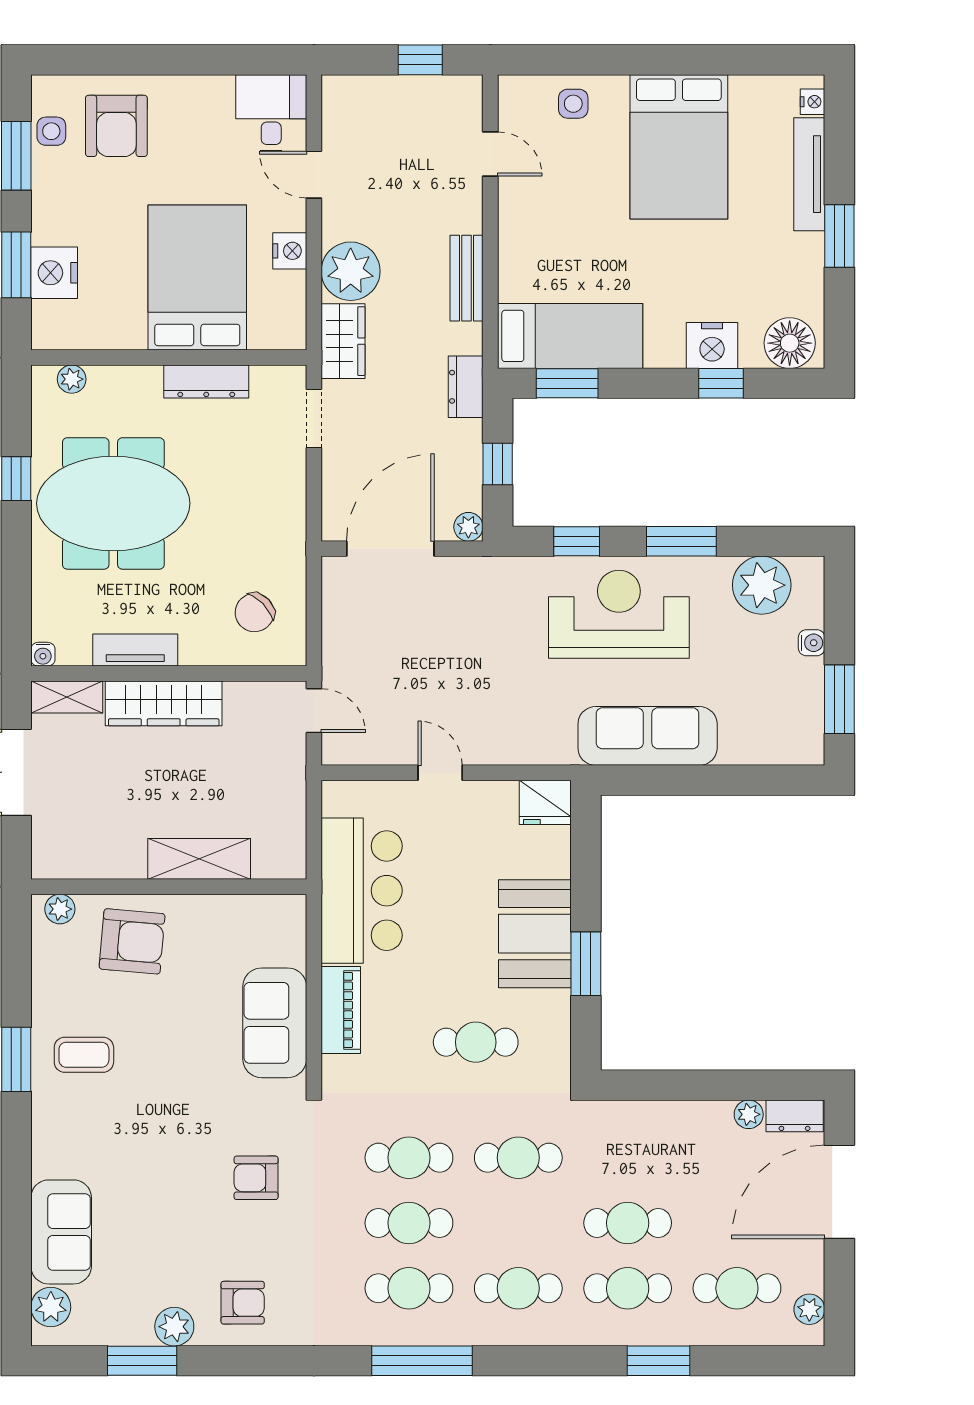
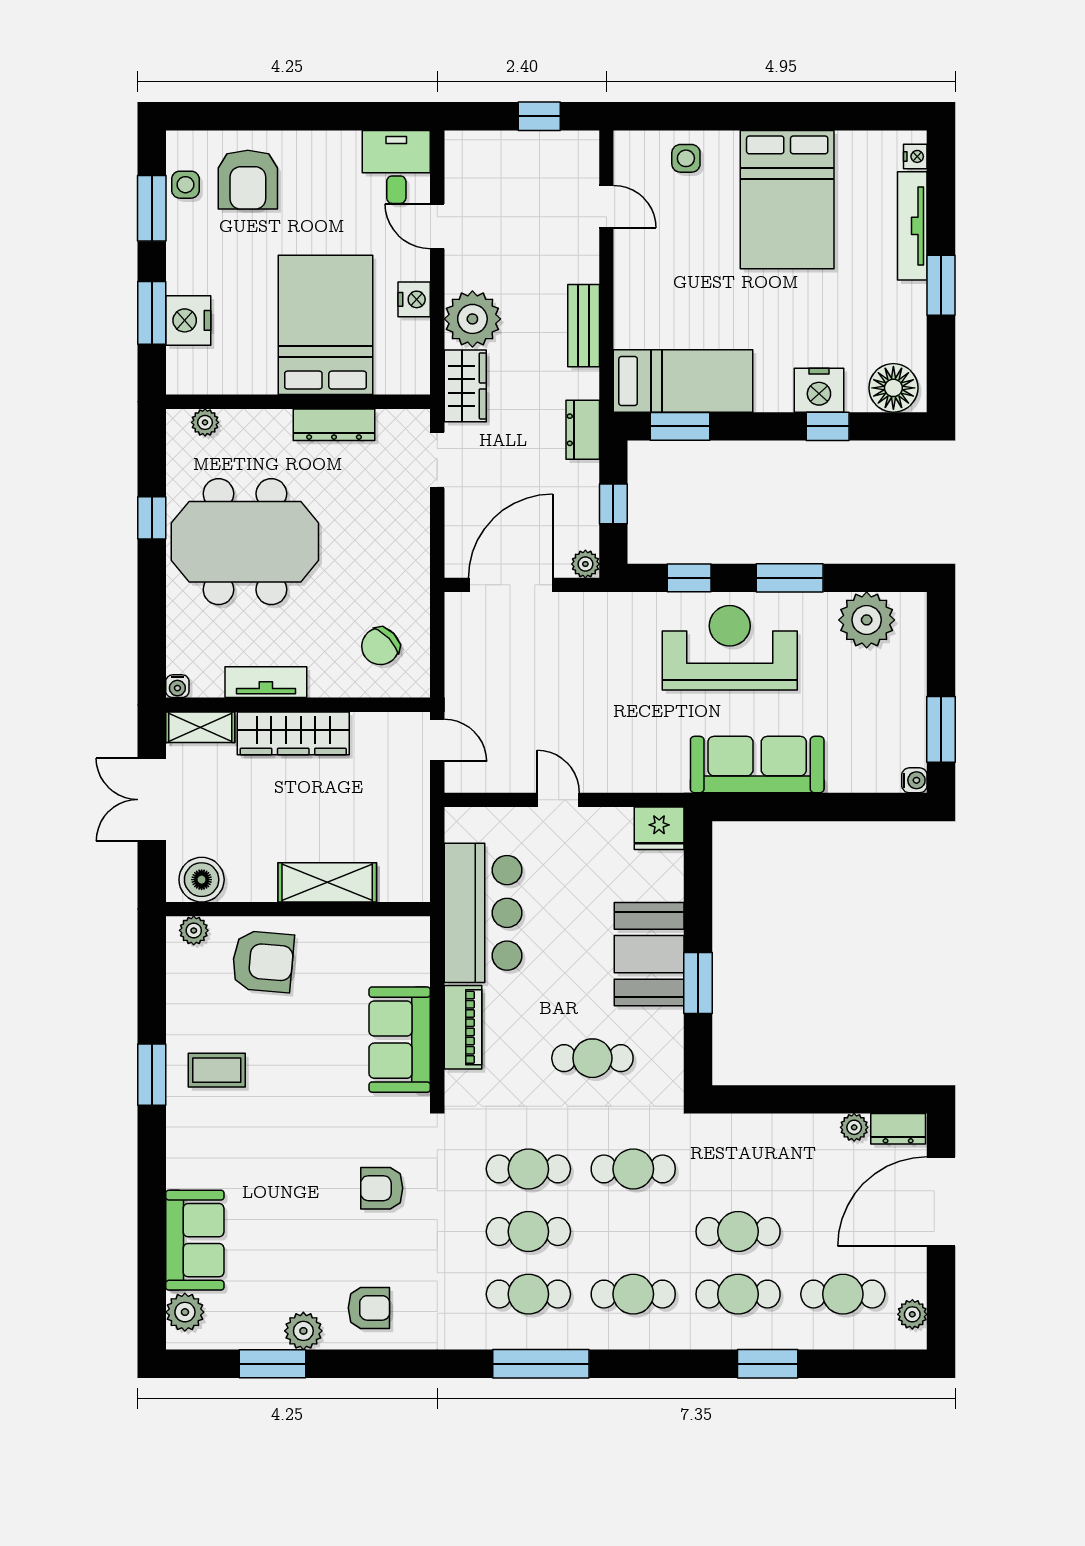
water cooler: (812, 643) -> (914, 780), moved
boiler: (68, 856) -> (202, 880), added

